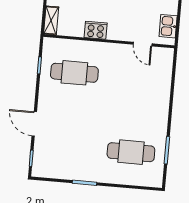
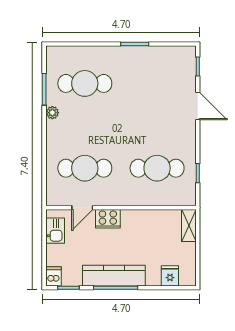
cooker: (96, 30) -> (108, 219), moved
door: (143, 44) -> (82, 208), swing flipped
cafe table: (137, 78) -> (85, 168), added
plant: (161, 129) -> (52, 113), added

